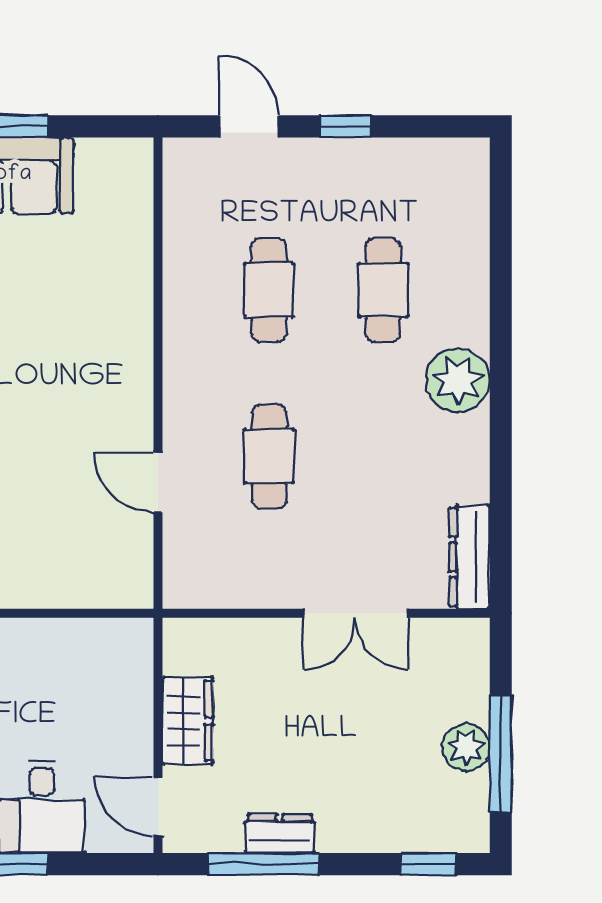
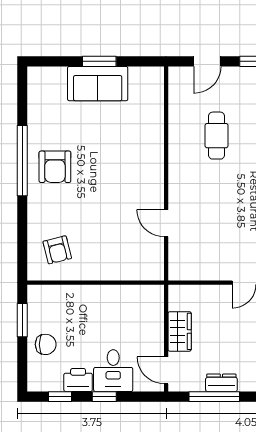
door: (249, 126) -> (207, 61), swing flipped
cafe table: (269, 456) -> (217, 211), removed

